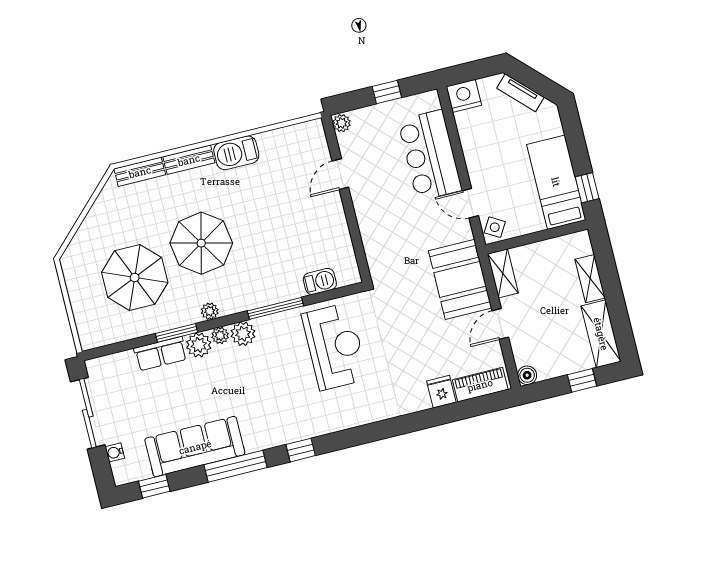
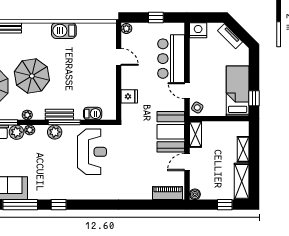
bench: (189, 160) -> (59, 115), moved
door: (340, 174) -> (119, 57), swing flipped
plant: (243, 334) -> (55, 132), moved
fridge: (441, 392) -> (129, 96), moved, turned 90

